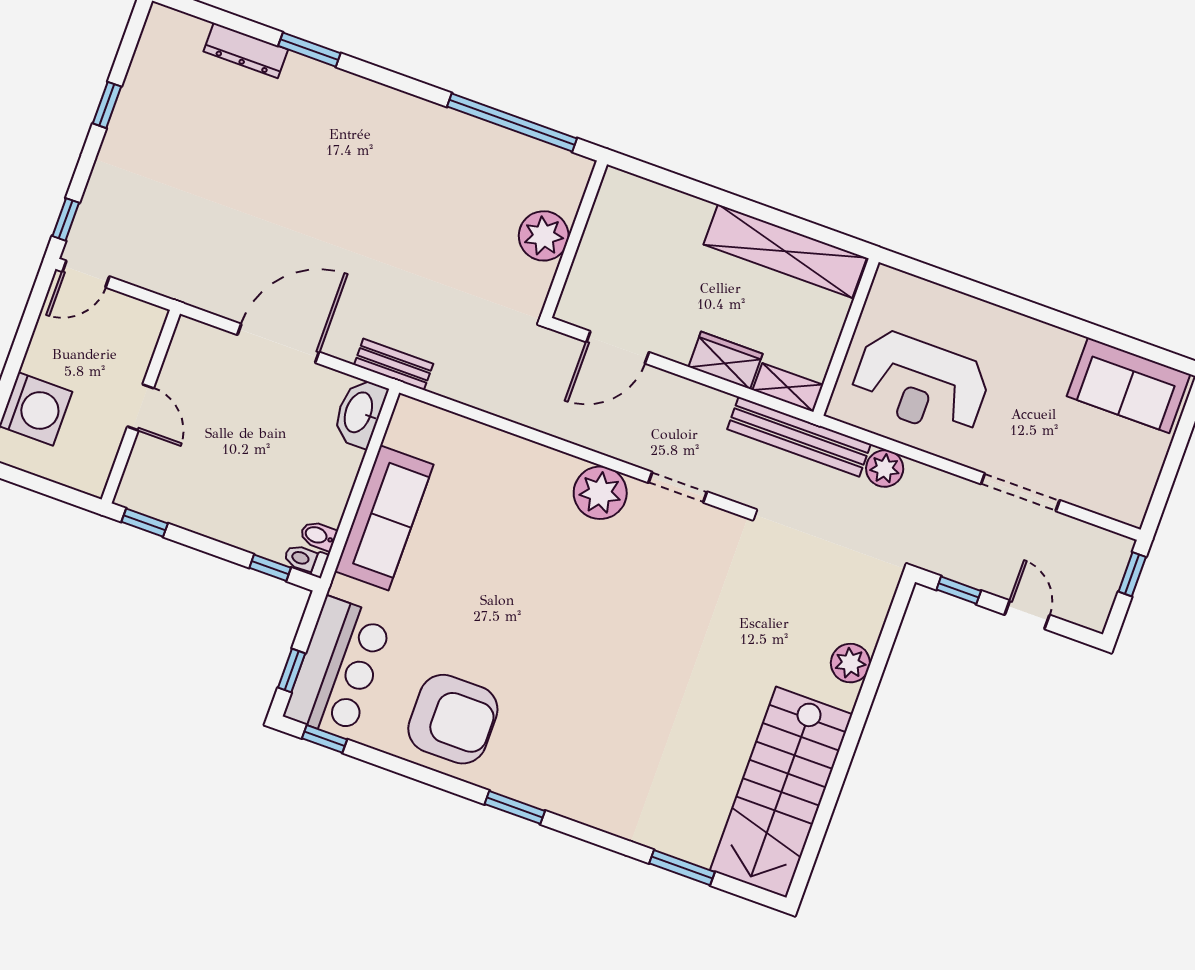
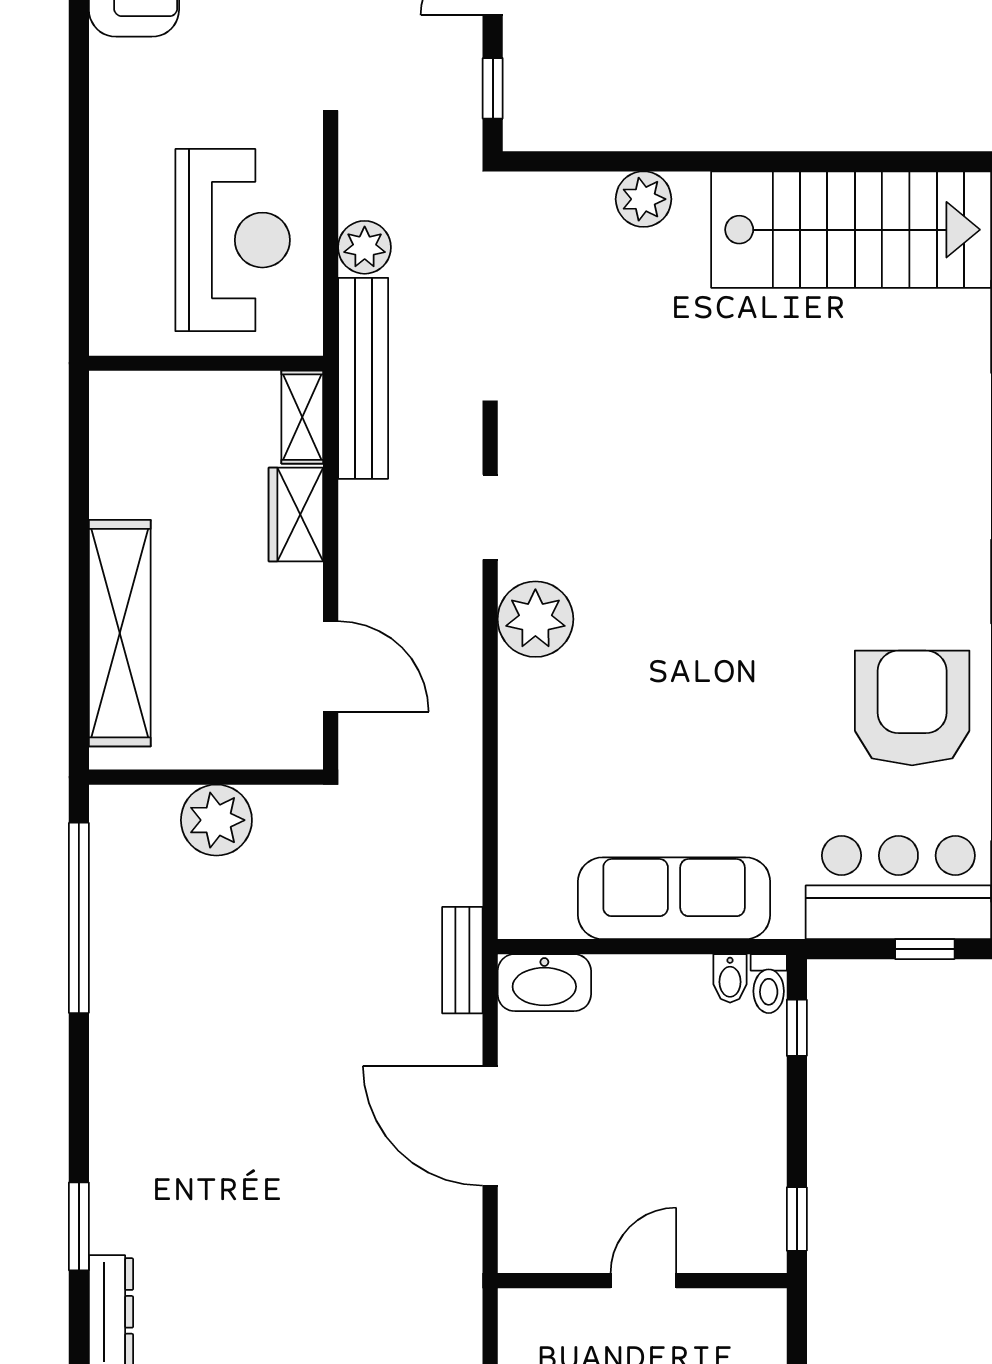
shelving: (785, 251) -> (120, 633), moved

